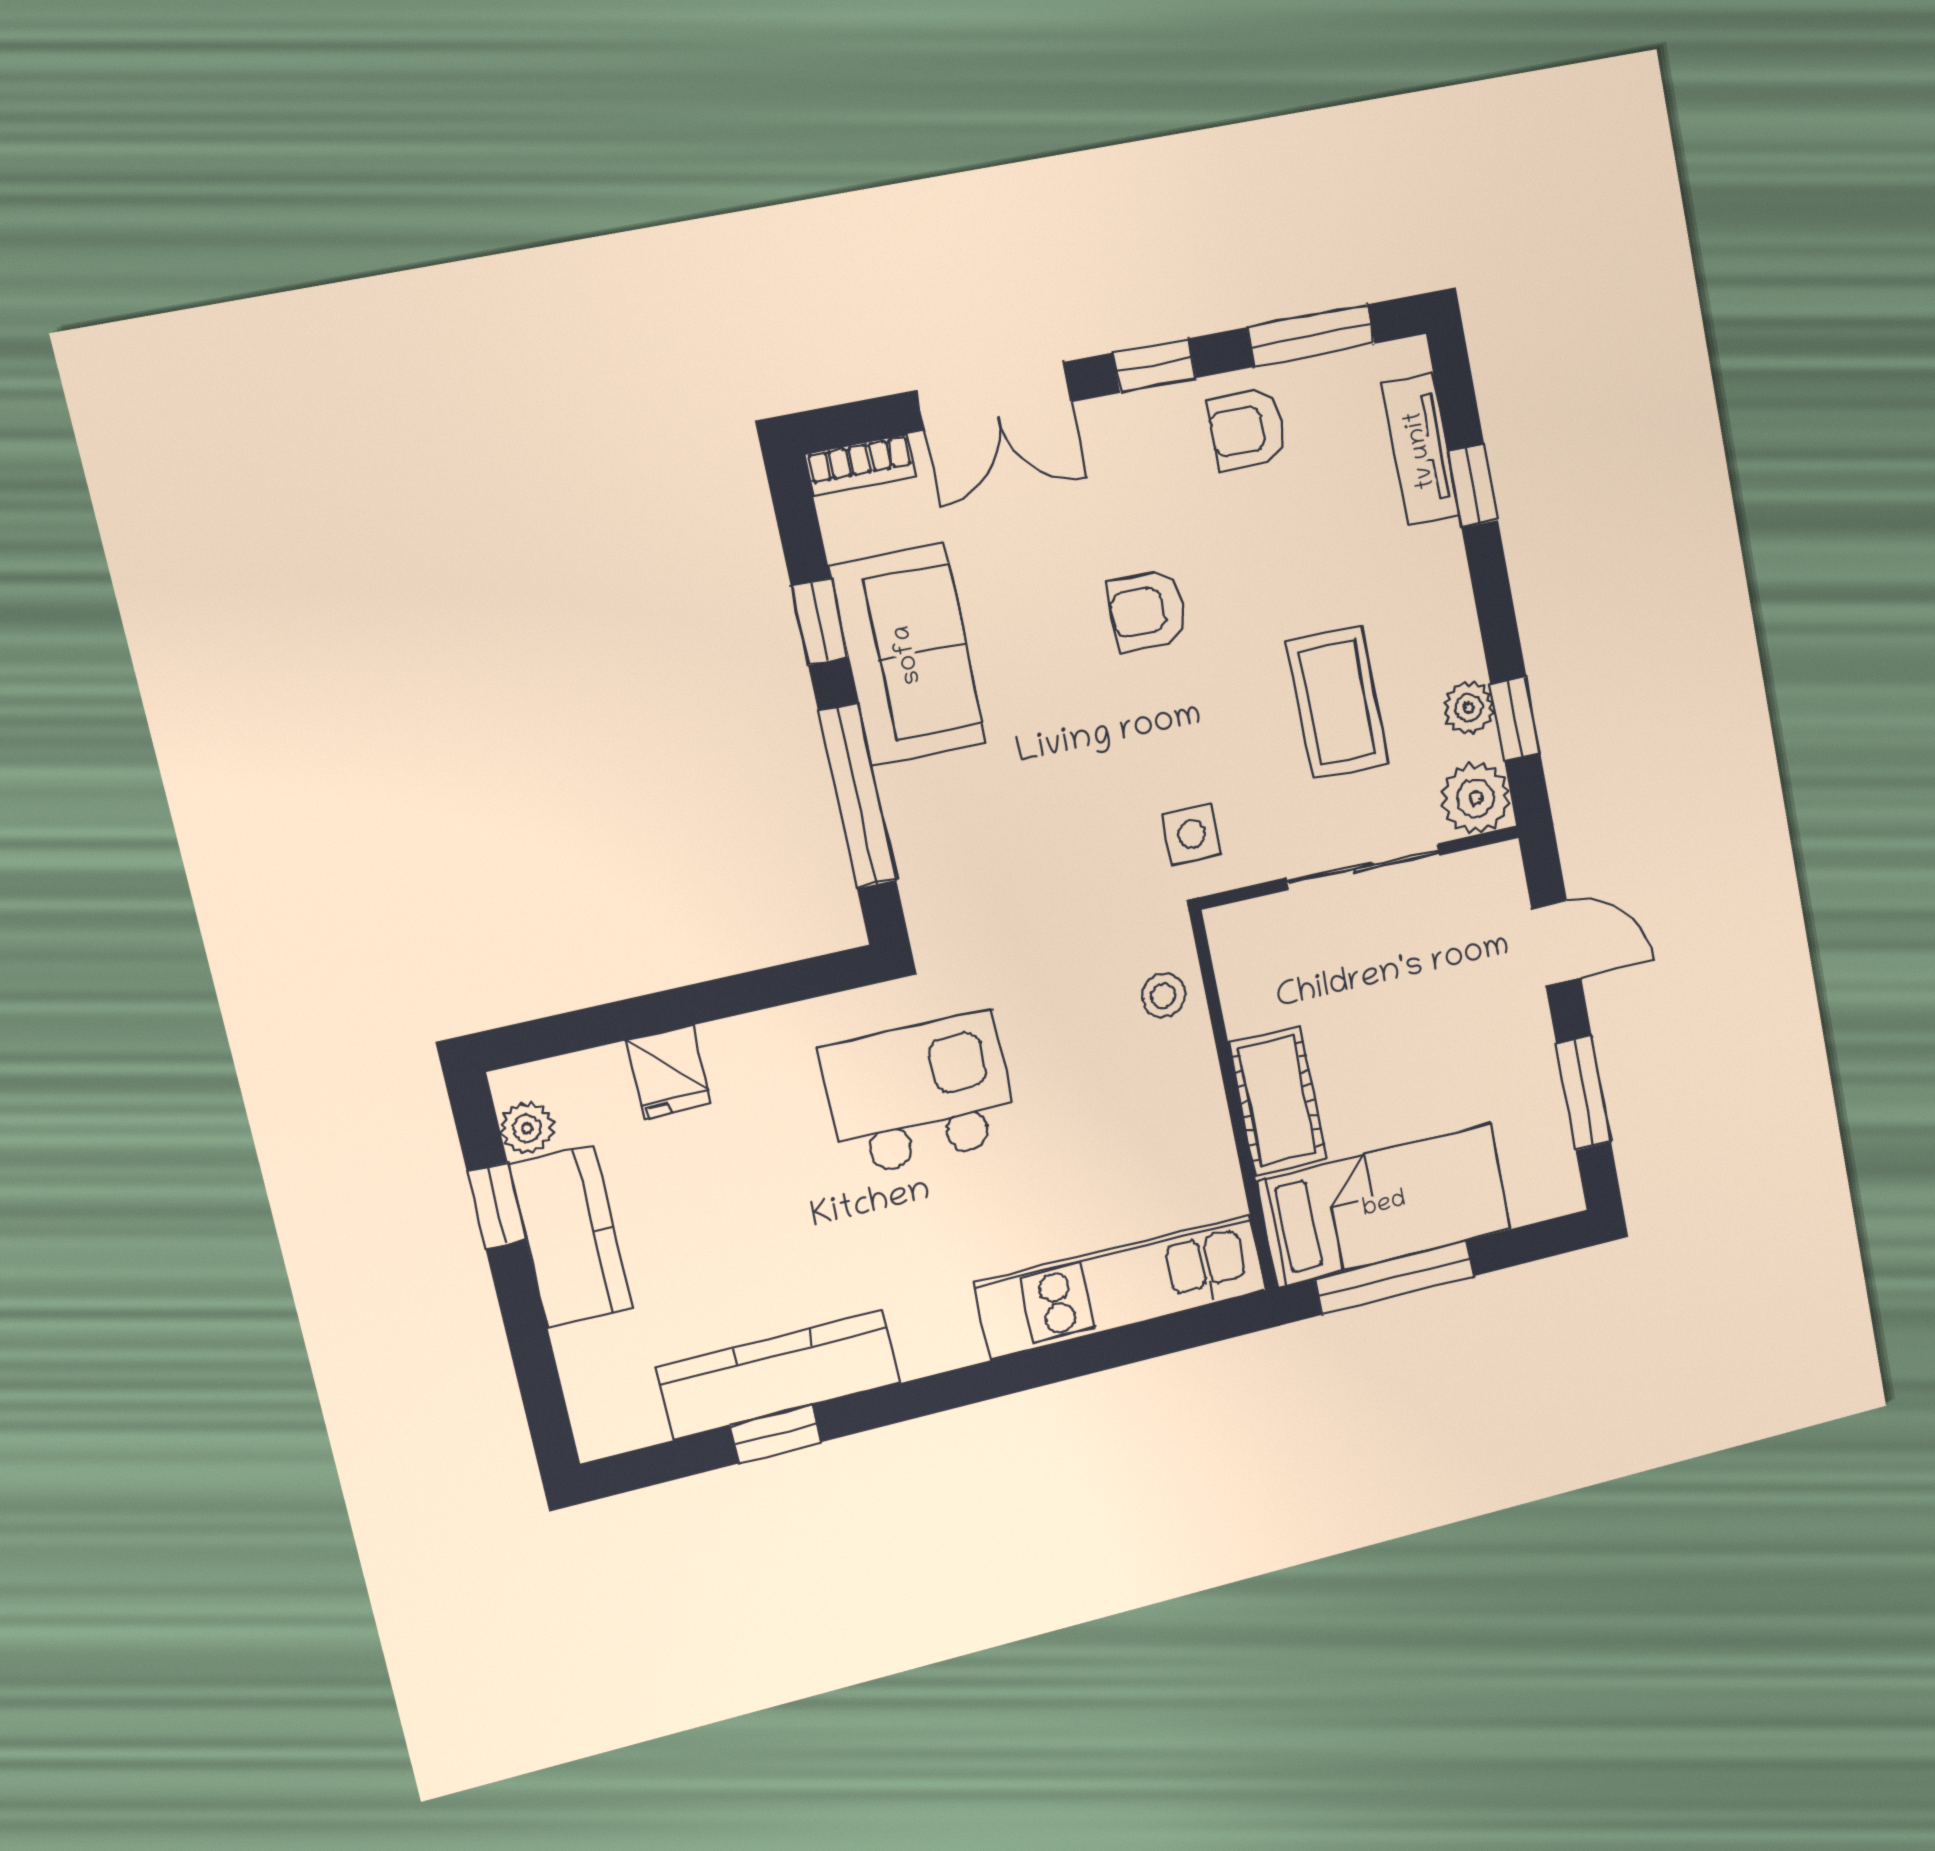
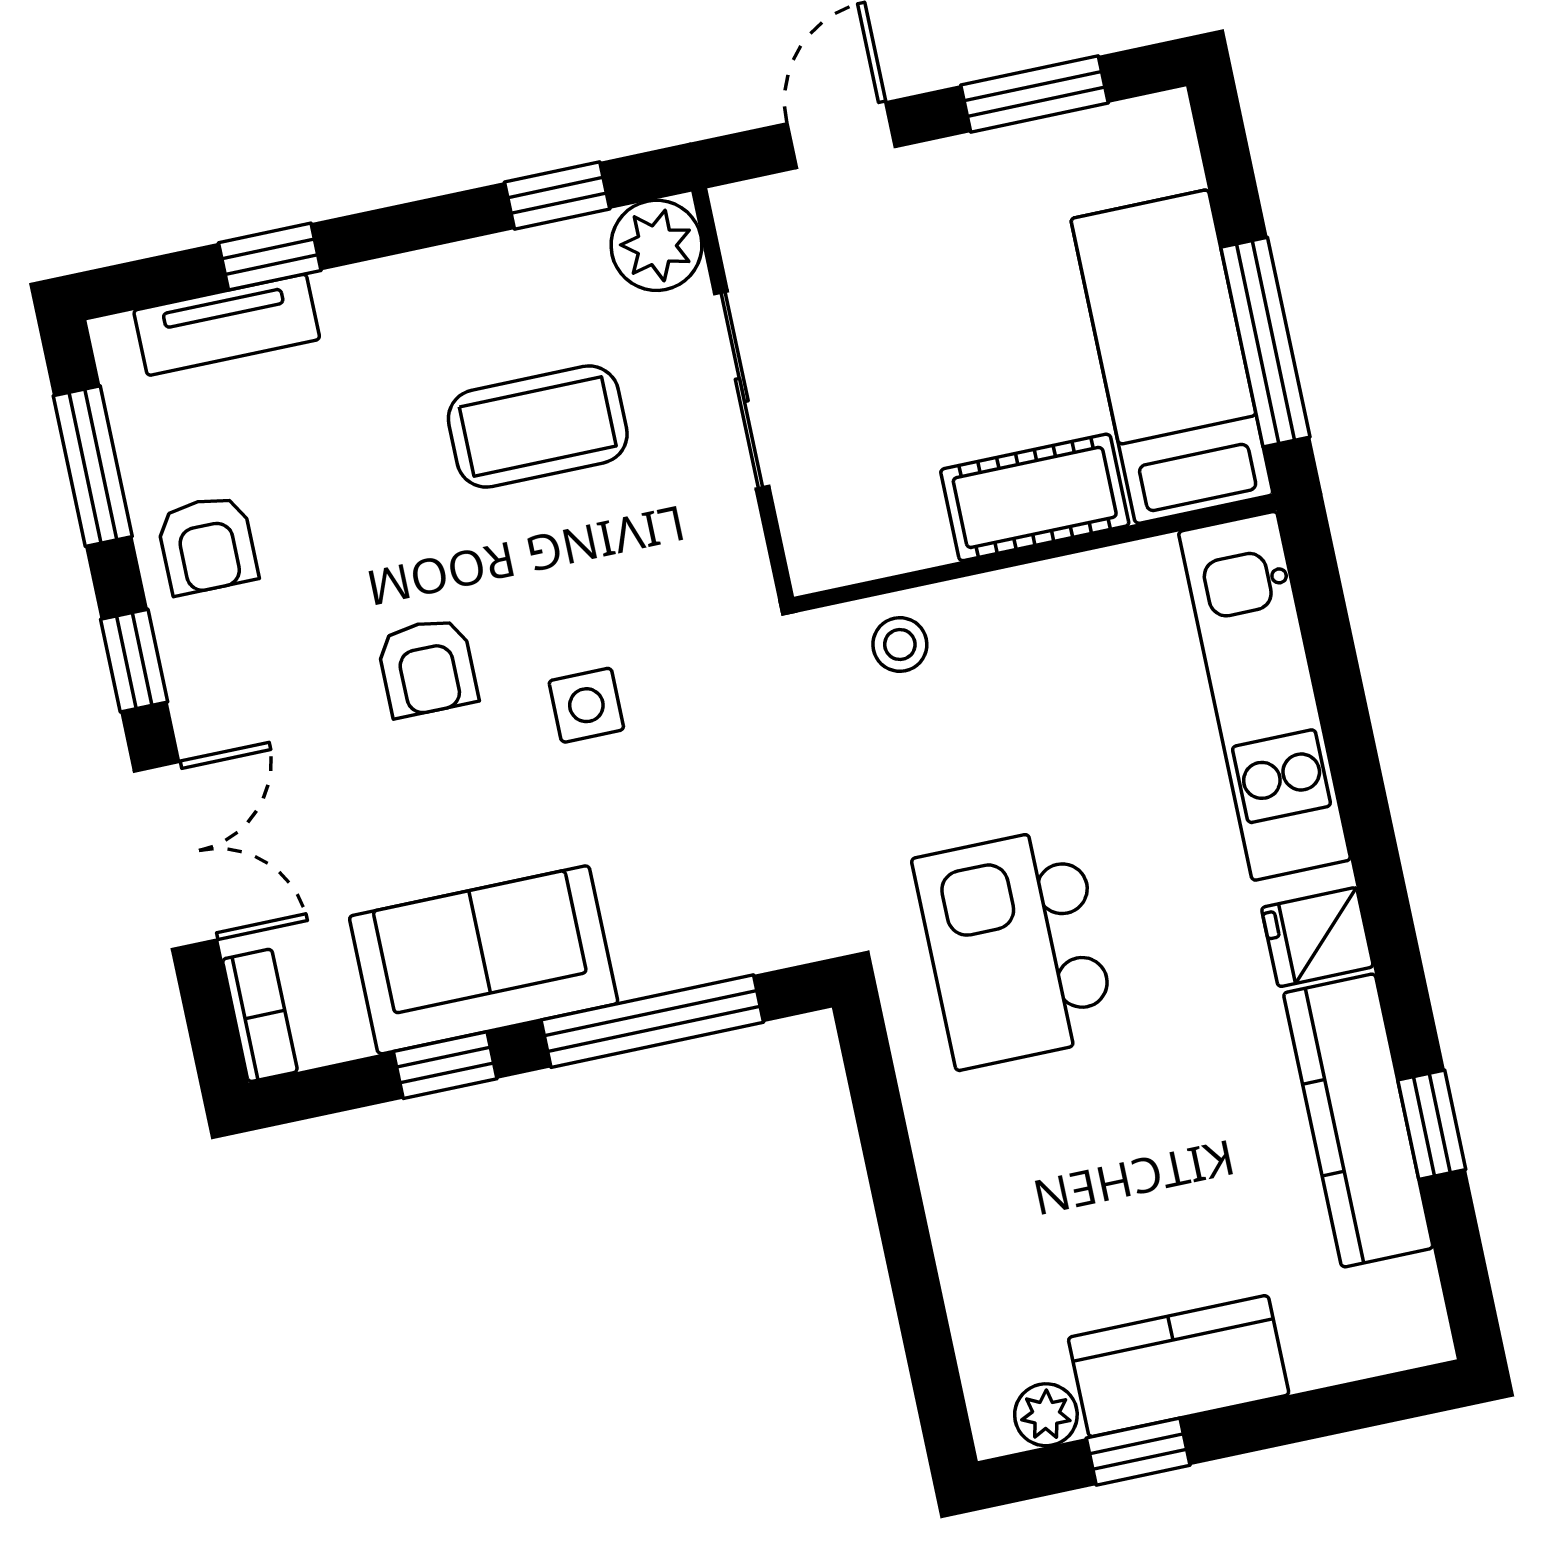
plant: (1469, 708) -> (544, 257), removed
side table: (1192, 834) -> (586, 705), moved
fridge: (668, 1072) -> (1317, 937), moved, turned 180

